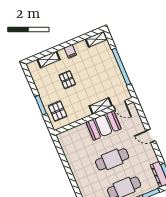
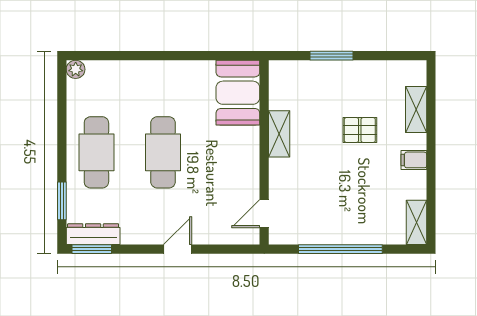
shelving: (101, 106) -> (279, 134), moved
pallet: (58, 111) -> (305, 84), removed
booth: (104, 125) -> (238, 93), moved

